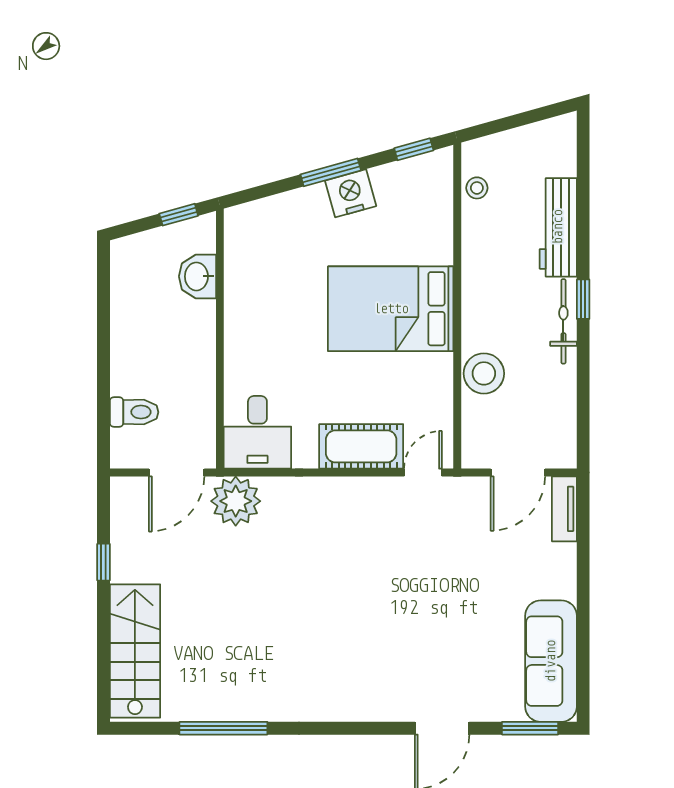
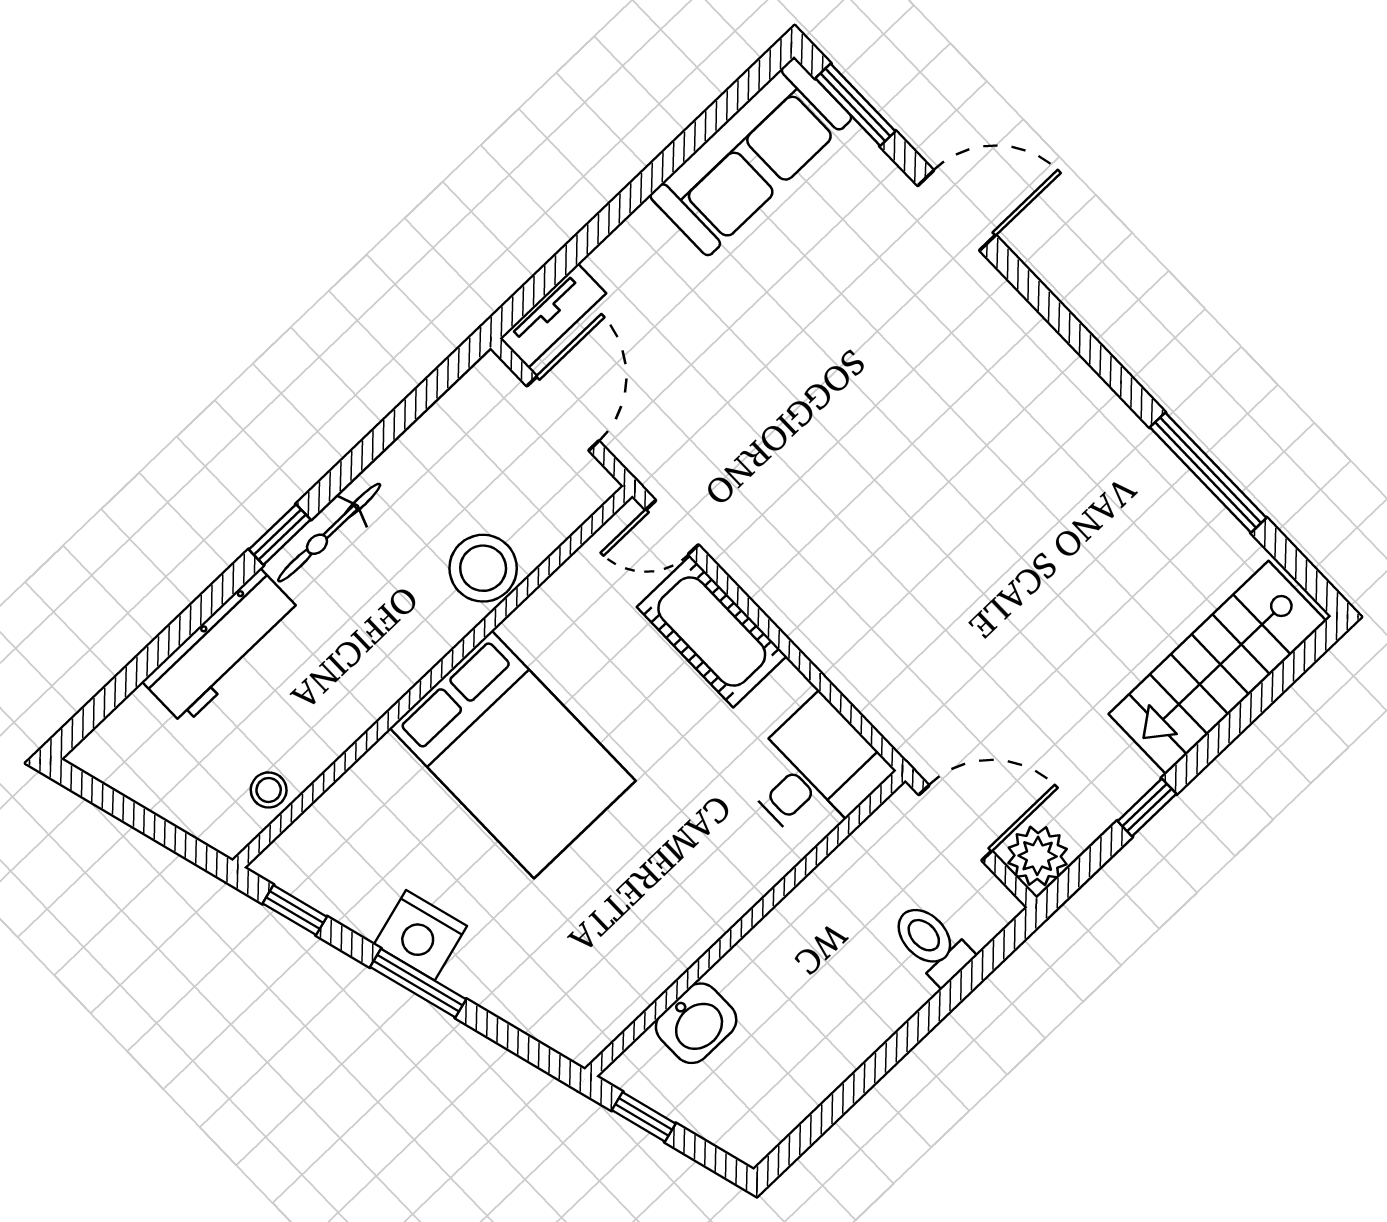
door: (518, 473) -> (563, 413), hinge flipped
plant: (236, 501) -> (1038, 856), moved, width x0.73, depth x0.73

